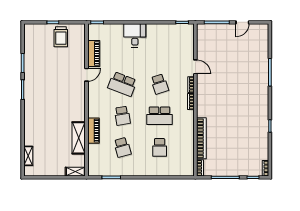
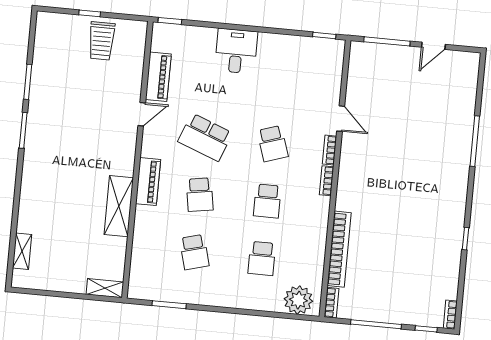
school desk: (160, 116) -> (267, 201), width x0.54
piano: (93, 131) -> (148, 182), moved
shelving: (79, 138) -> (119, 206), moved
plant: (182, 168) -> (298, 300), added

